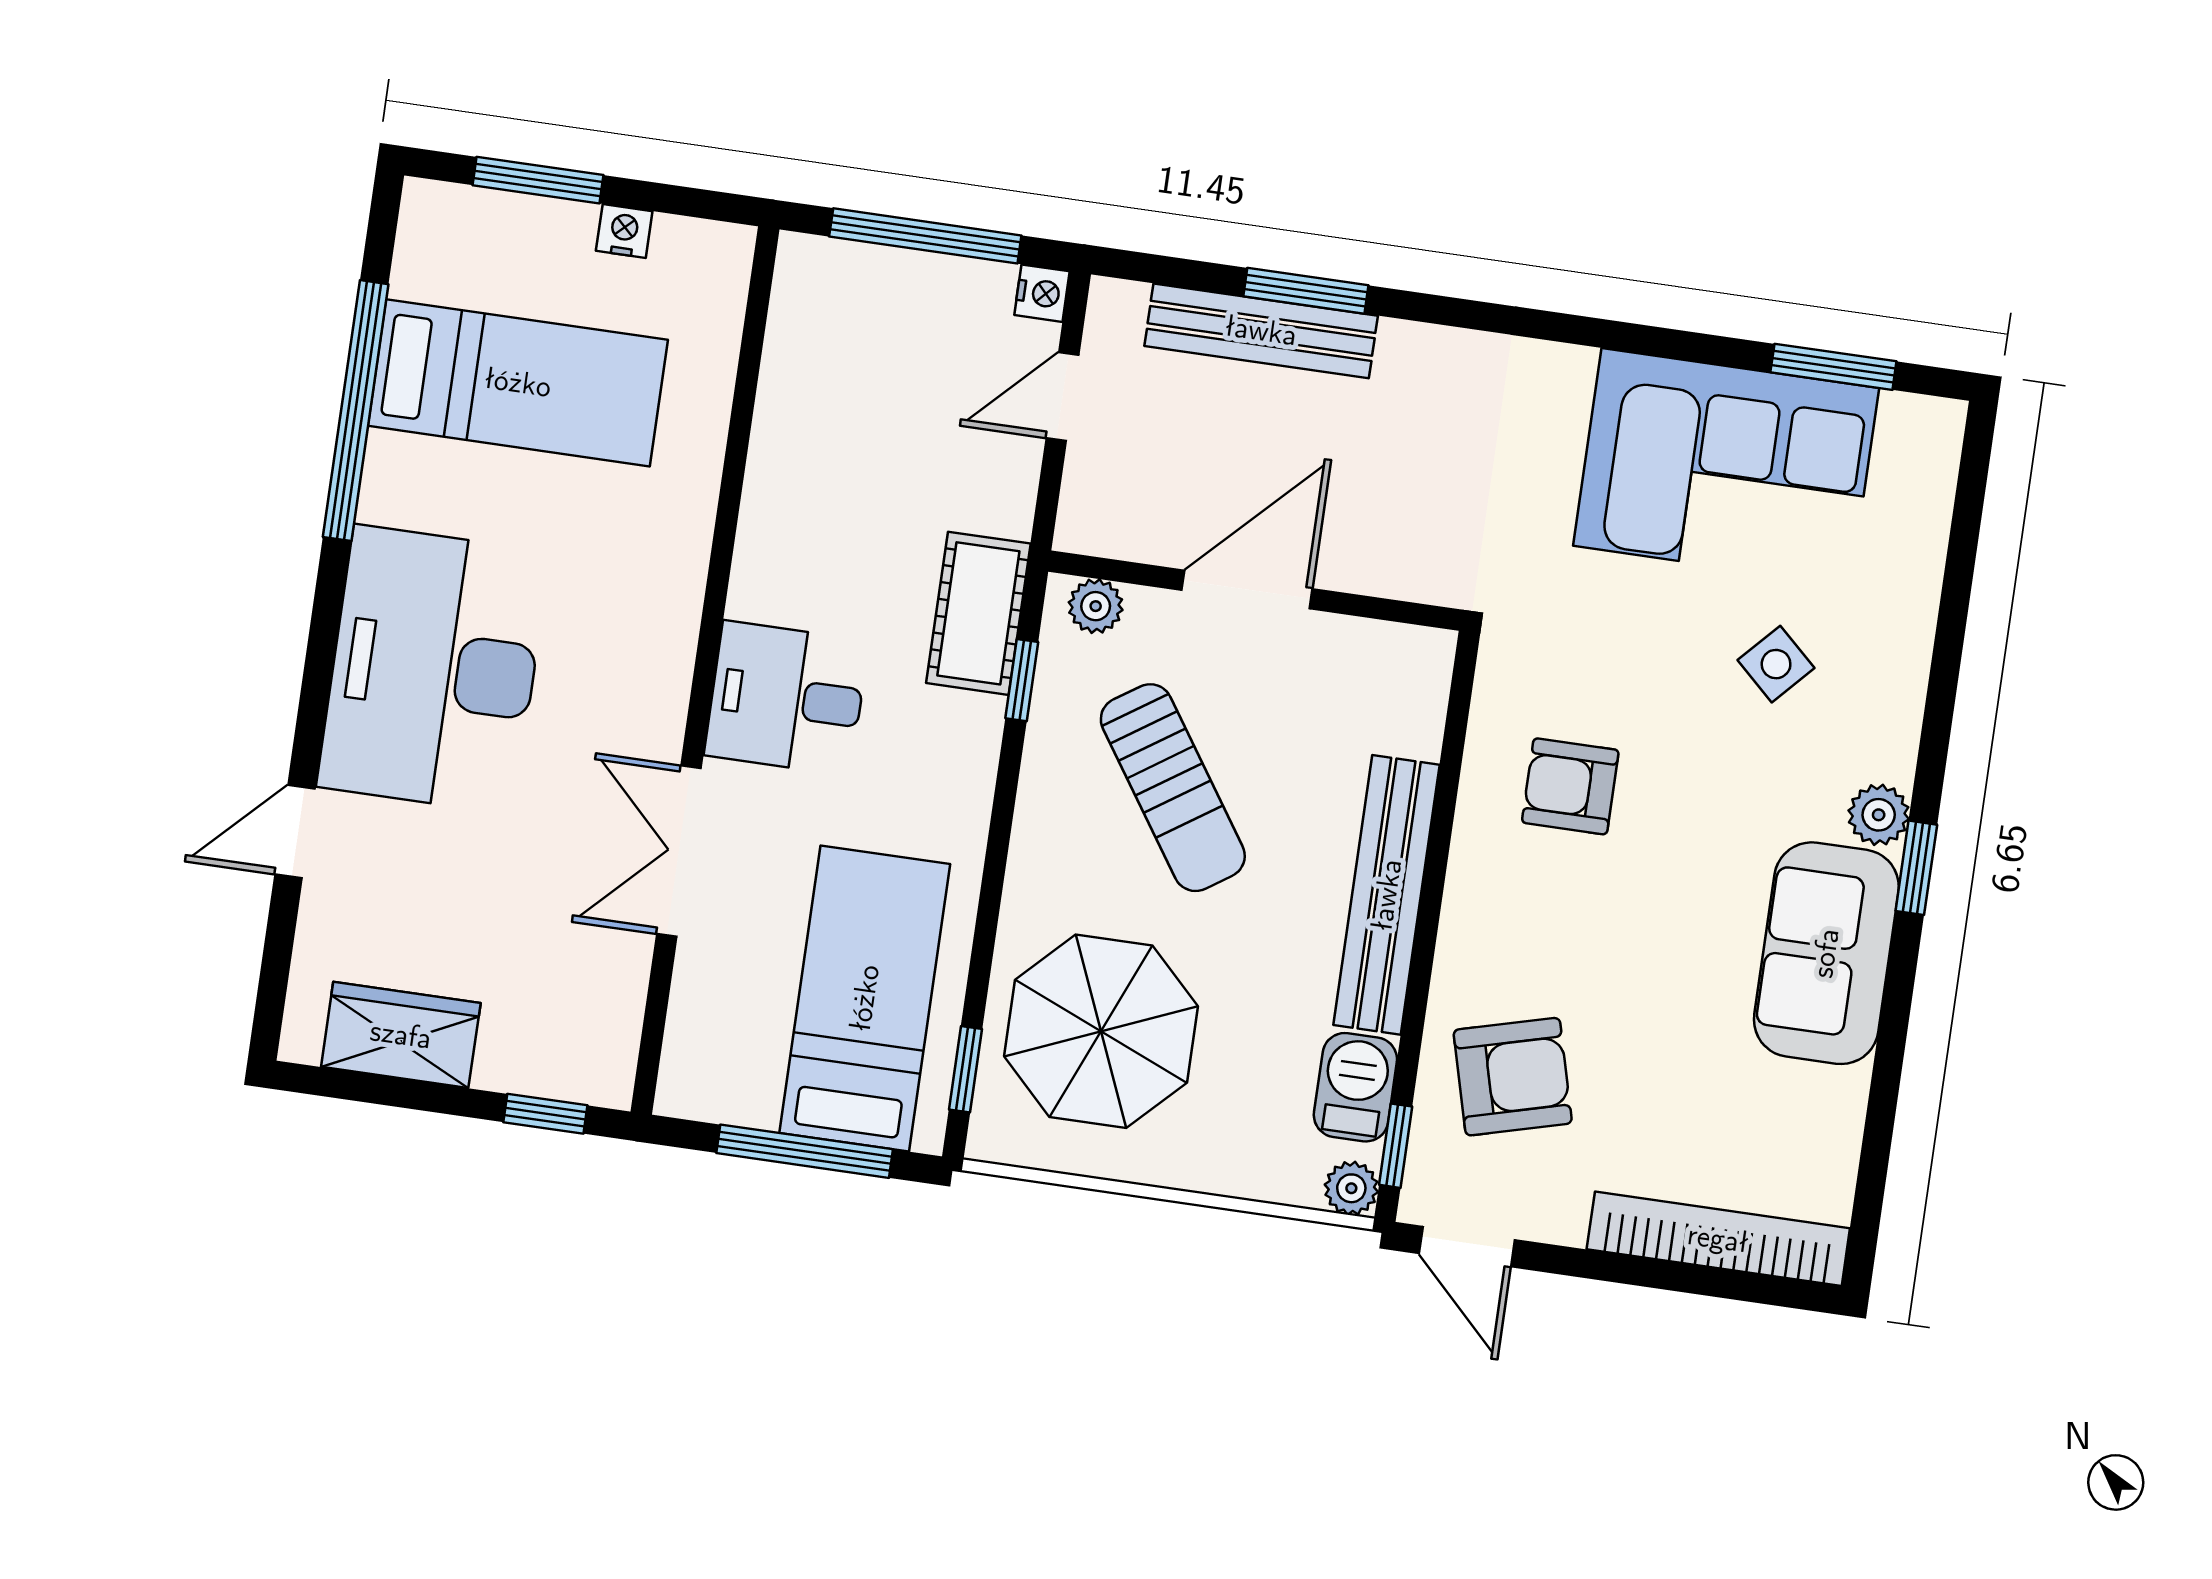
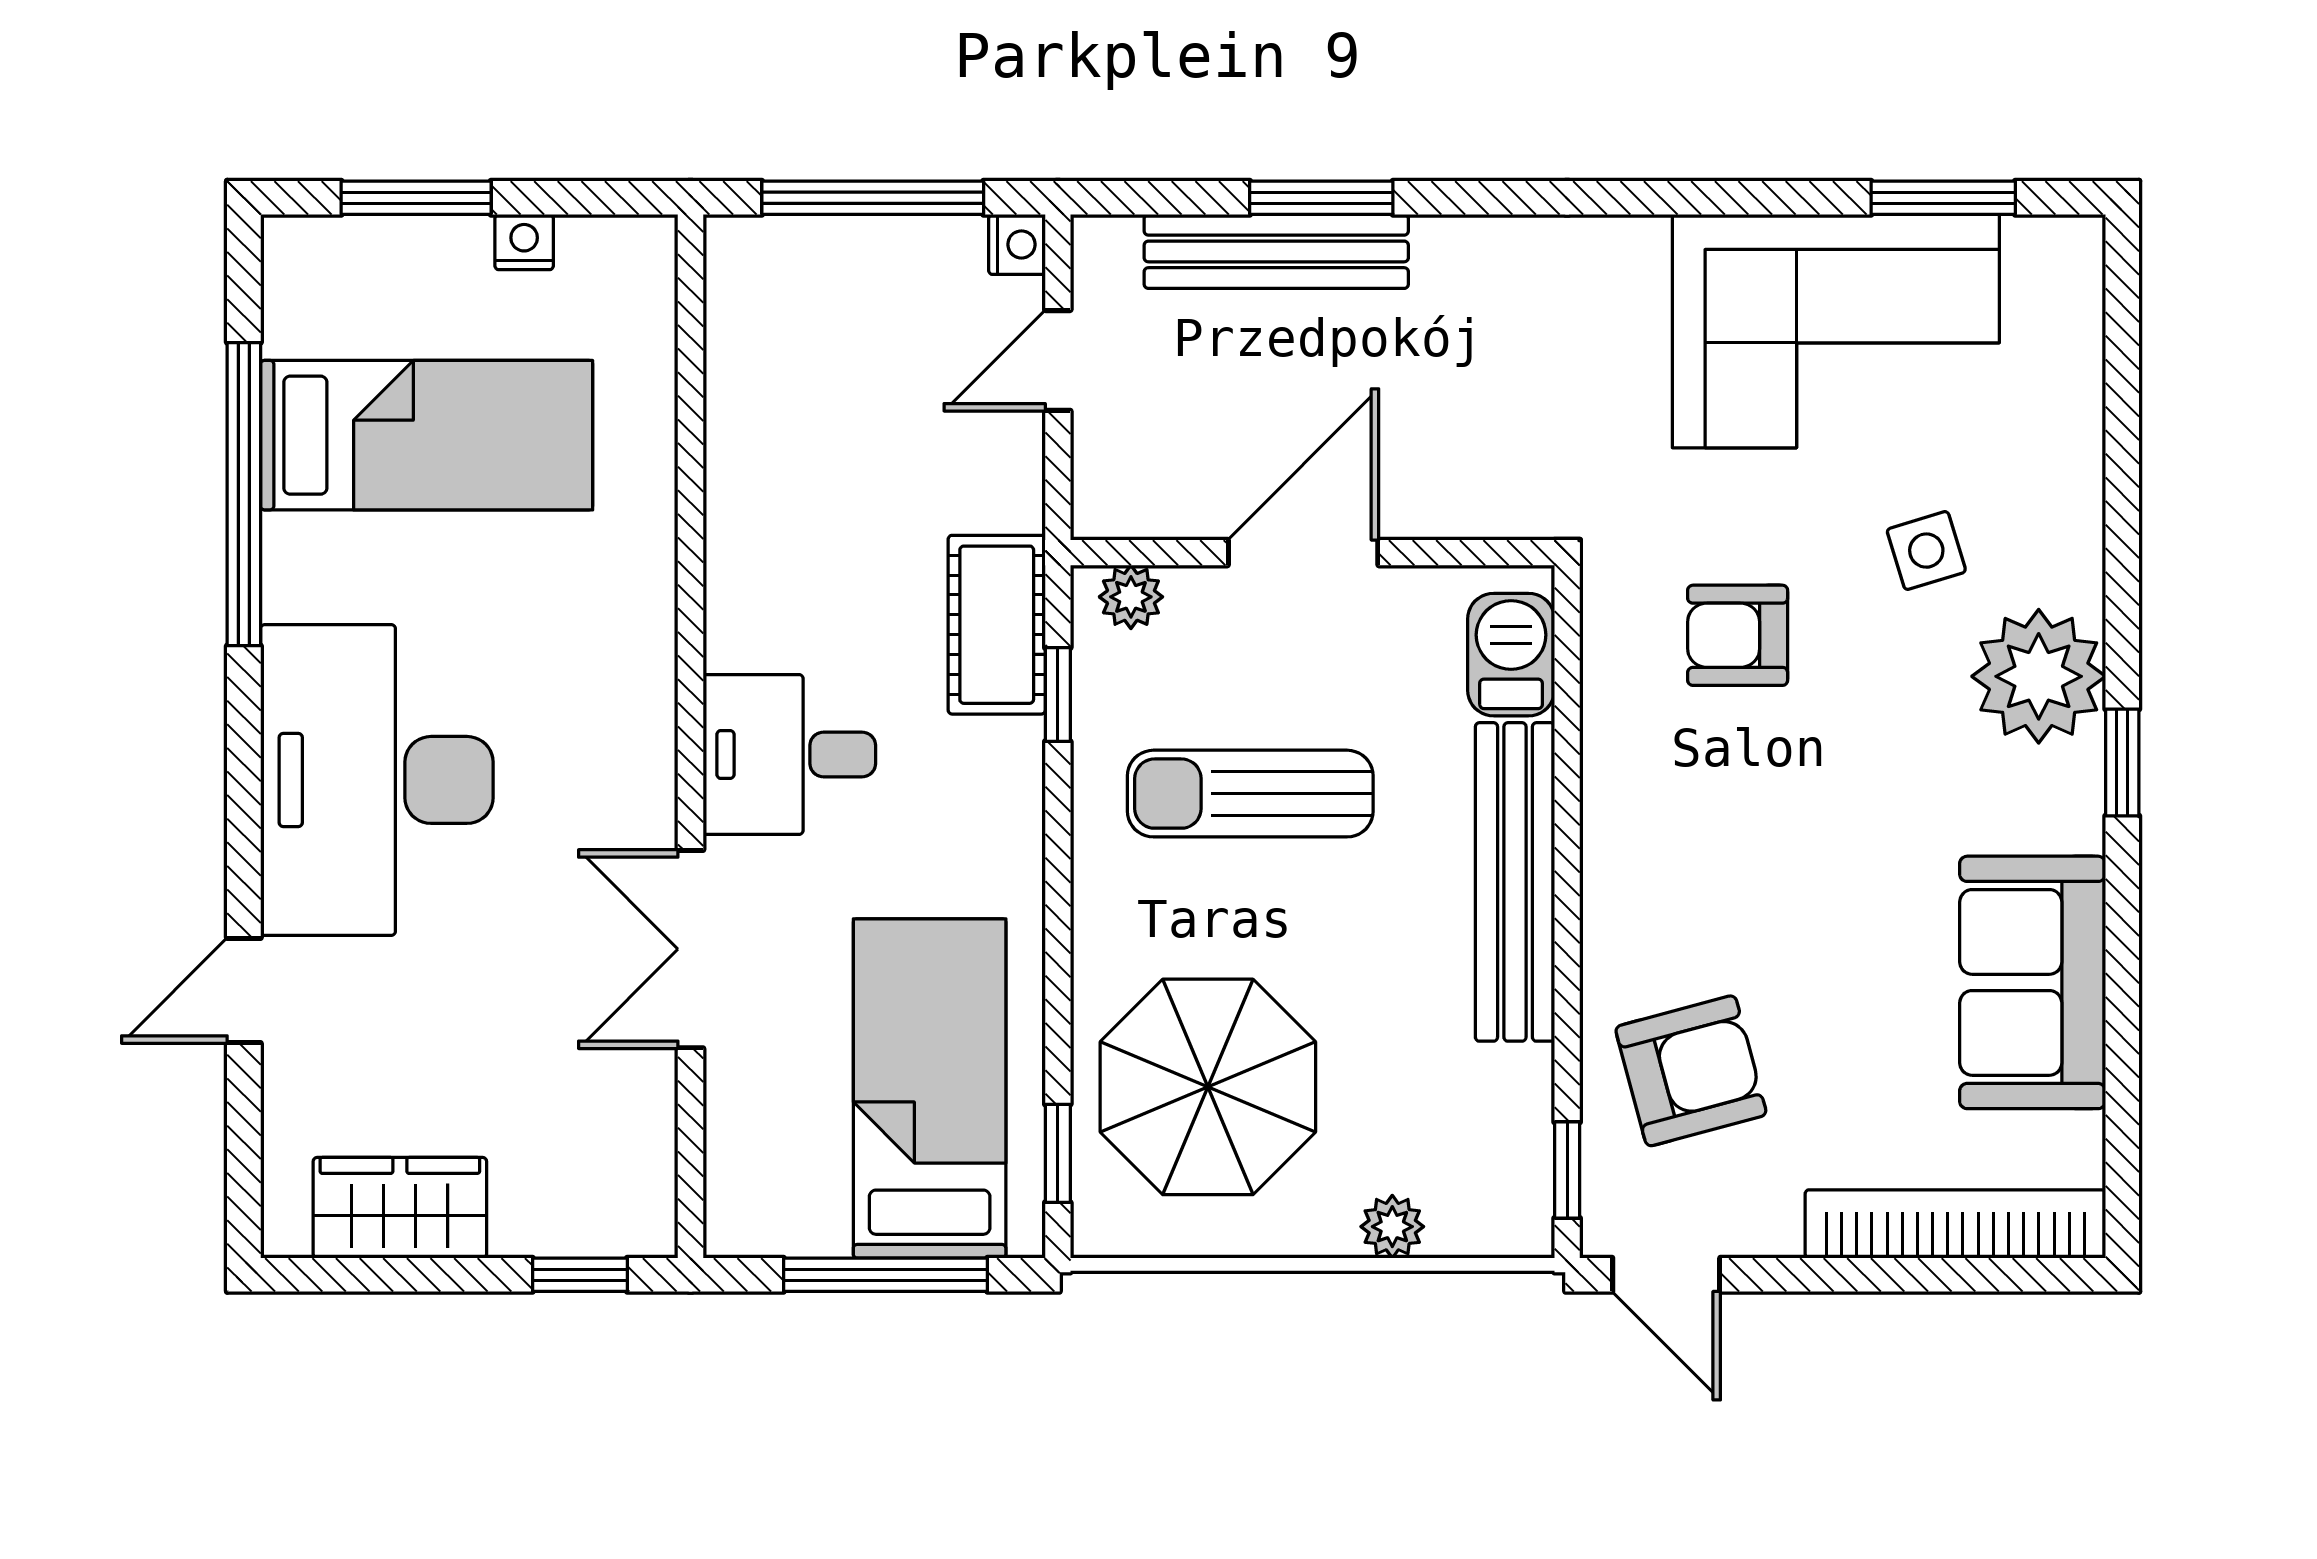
side table: (1776, 664) -> (1926, 551), turned 30
armchair: (1570, 786) -> (1738, 635), moved
sun lounger: (1173, 788) -> (1250, 794), turned 124
plant: (1879, 815) -> (2039, 676), width x1.87, depth x1.87
sofa: (1826, 953) -> (2033, 982), moved
barbecue: (1355, 1087) -> (1511, 655), moved
plant: (1351, 1188) -> (1392, 1227), moved

